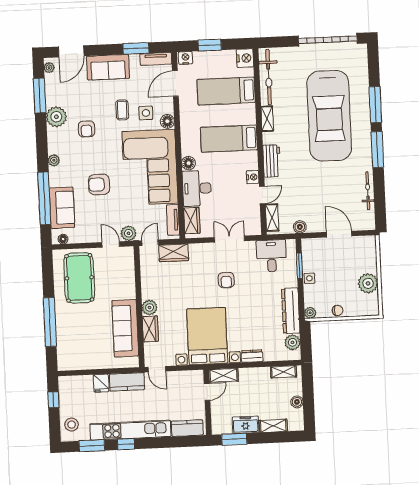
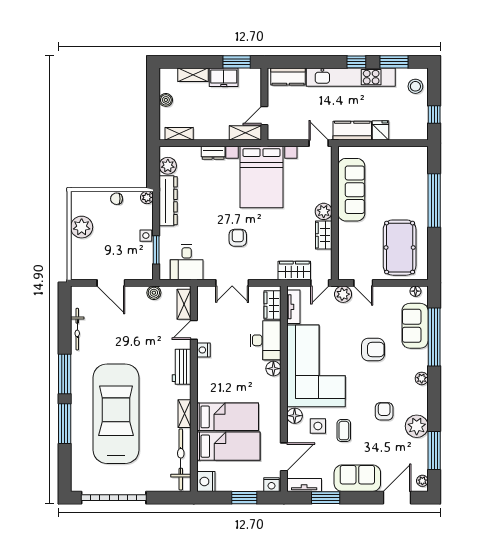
bed: (229, 139) -> (228, 417), moved
wardrobe: (150, 329) -> (324, 235), moved

